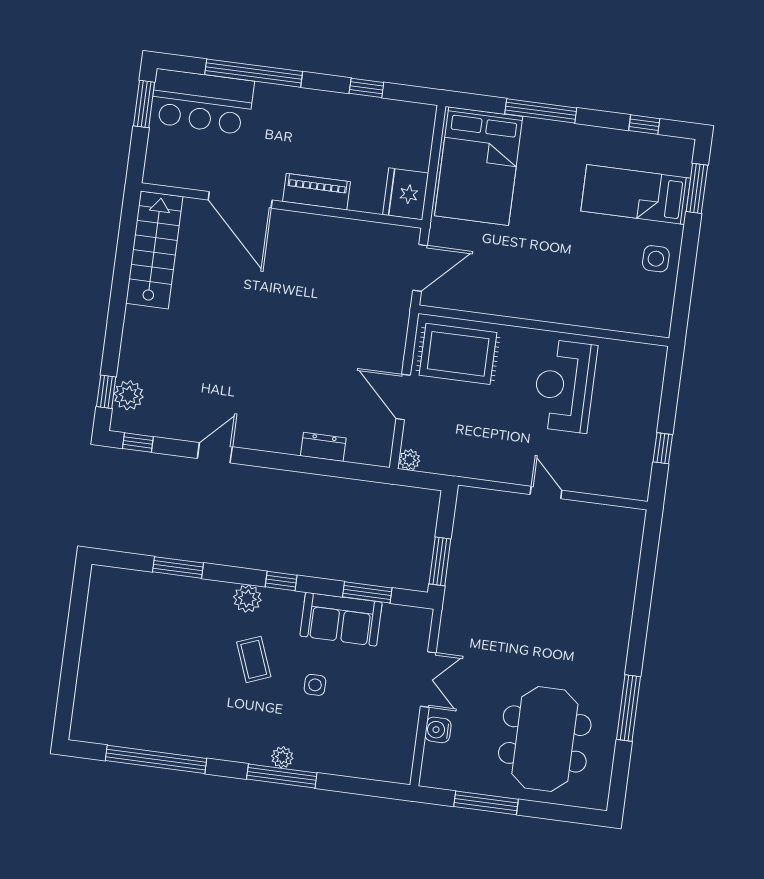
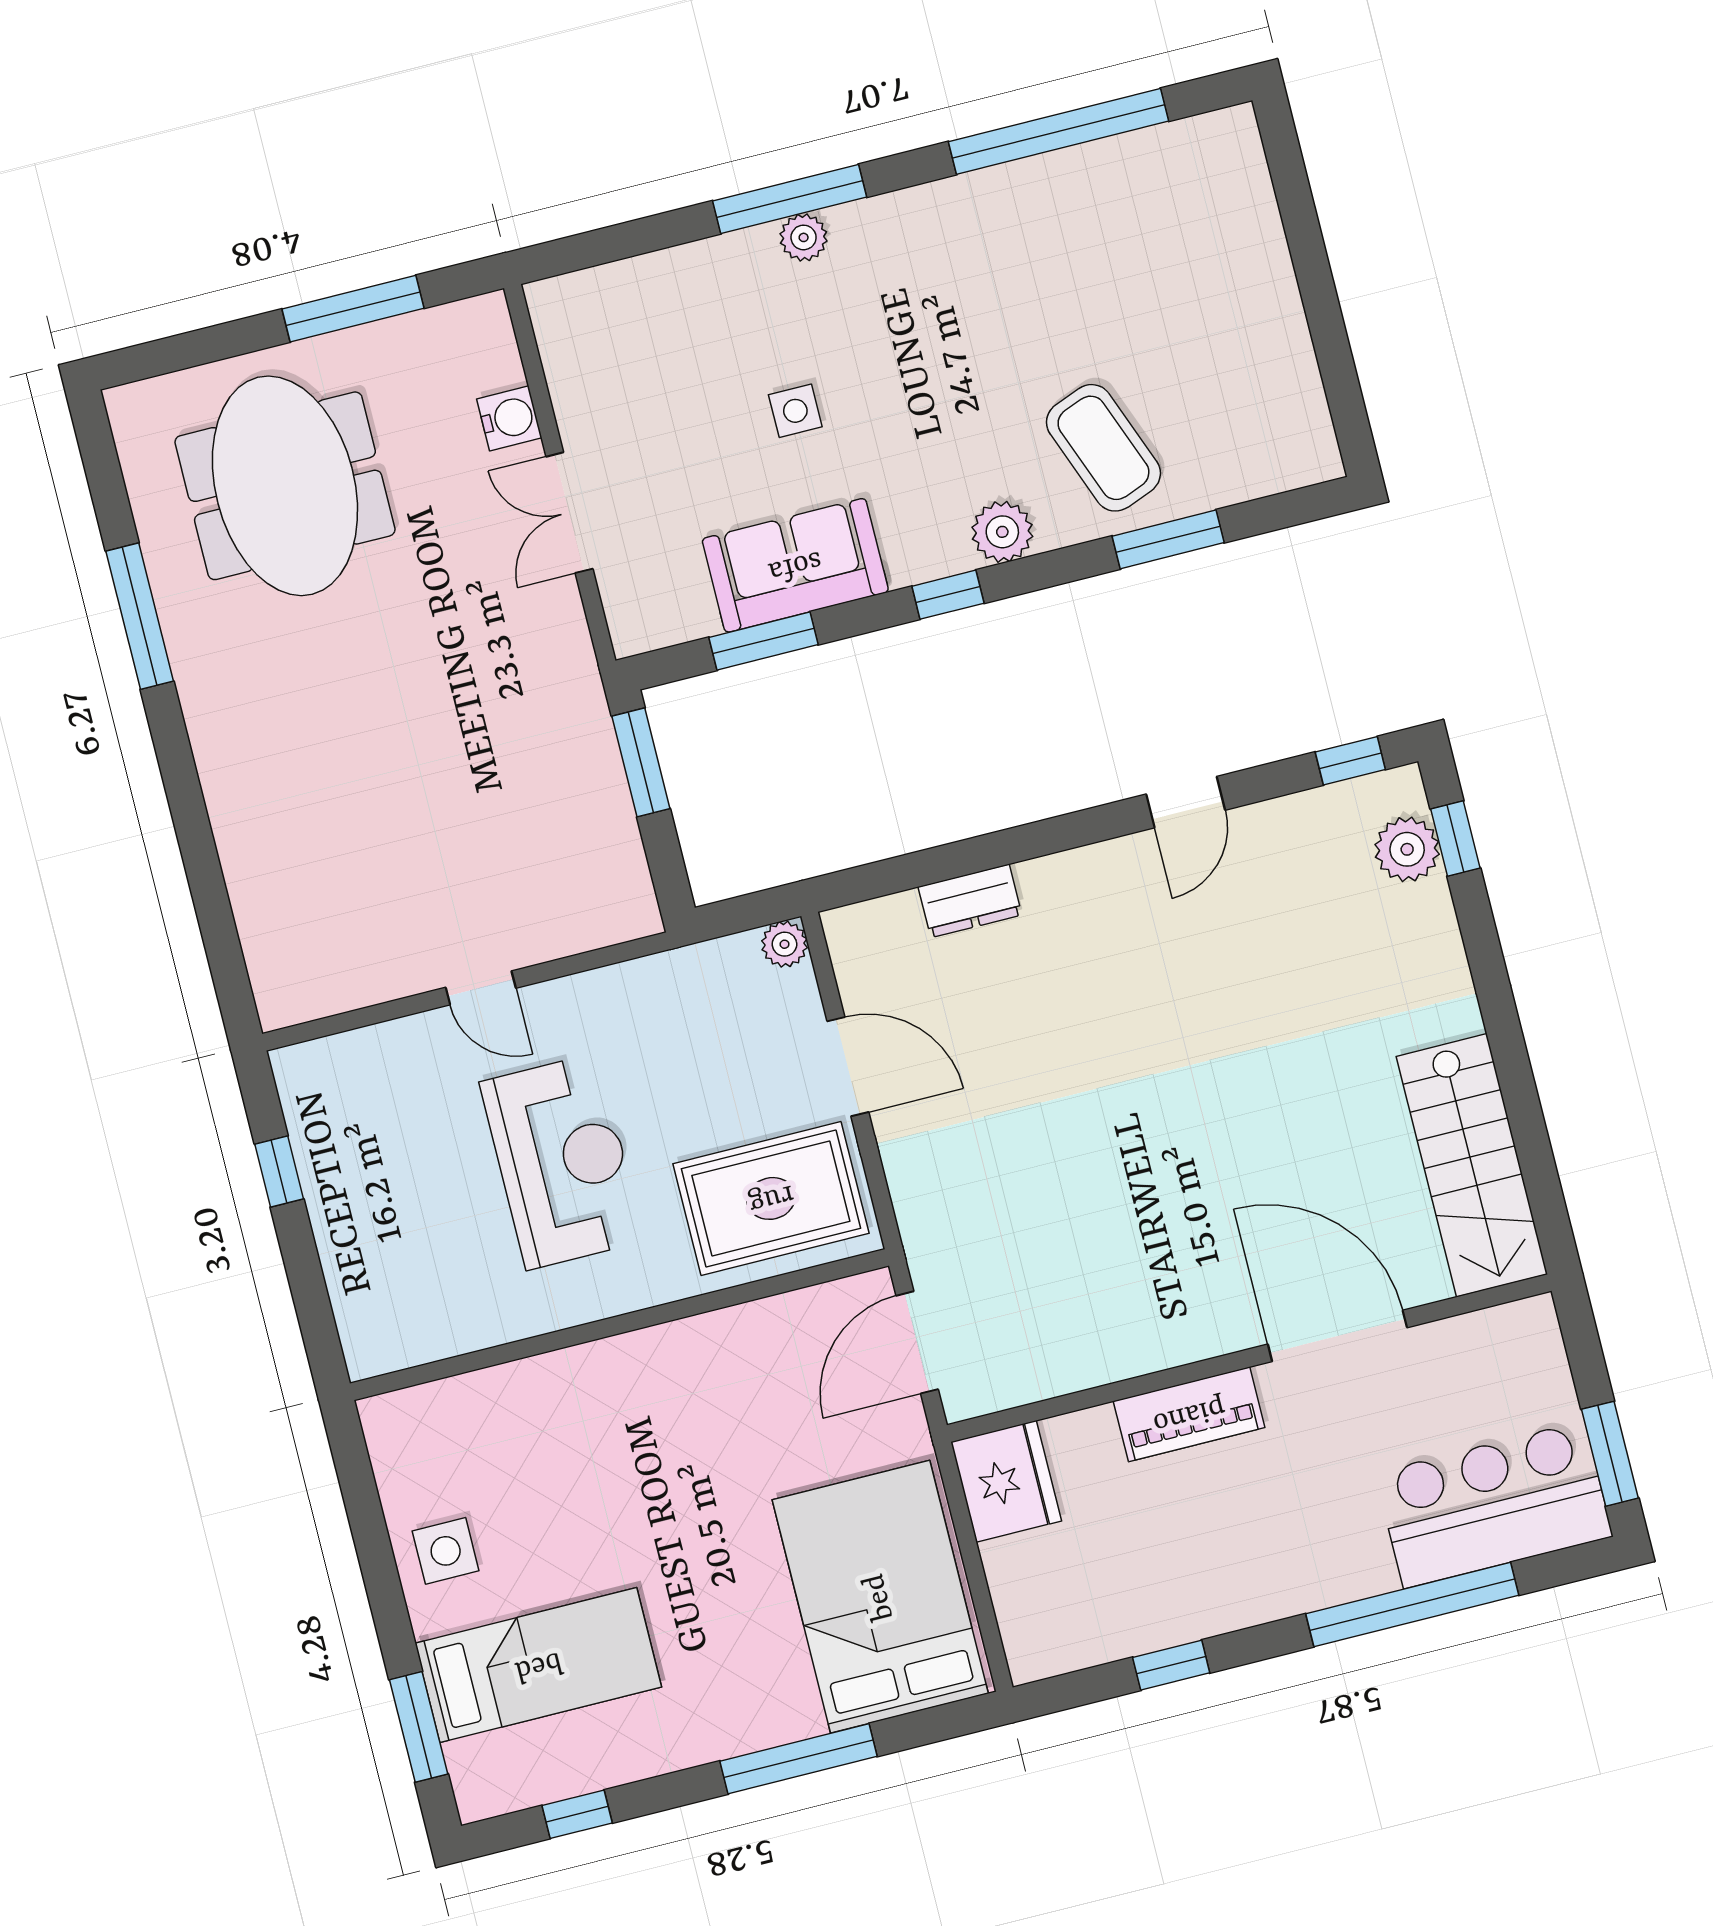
reception desk: (564, 386) -> (562, 1162), moved
coffee table: (254, 659) -> (1103, 448), moved, width x1.36, depth x1.30

